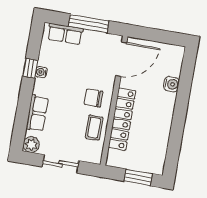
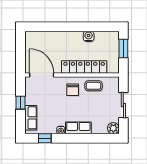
window: (89, 24) -> (21, 103), width x0.46
window: (30, 68) -> (45, 138), moved
water cooler: (171, 84) -> (89, 36), moved
row of seats: (37, 113) -> (78, 128), moved

